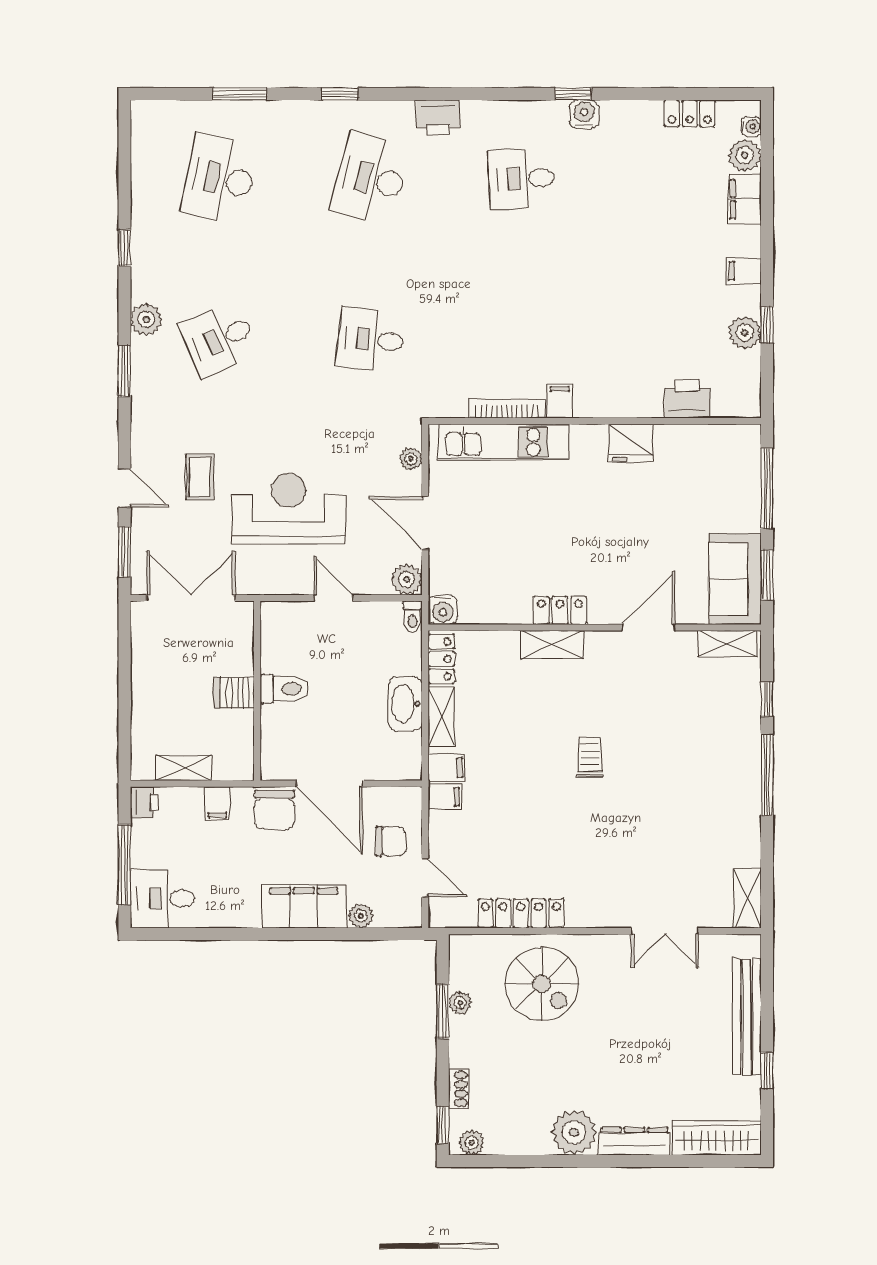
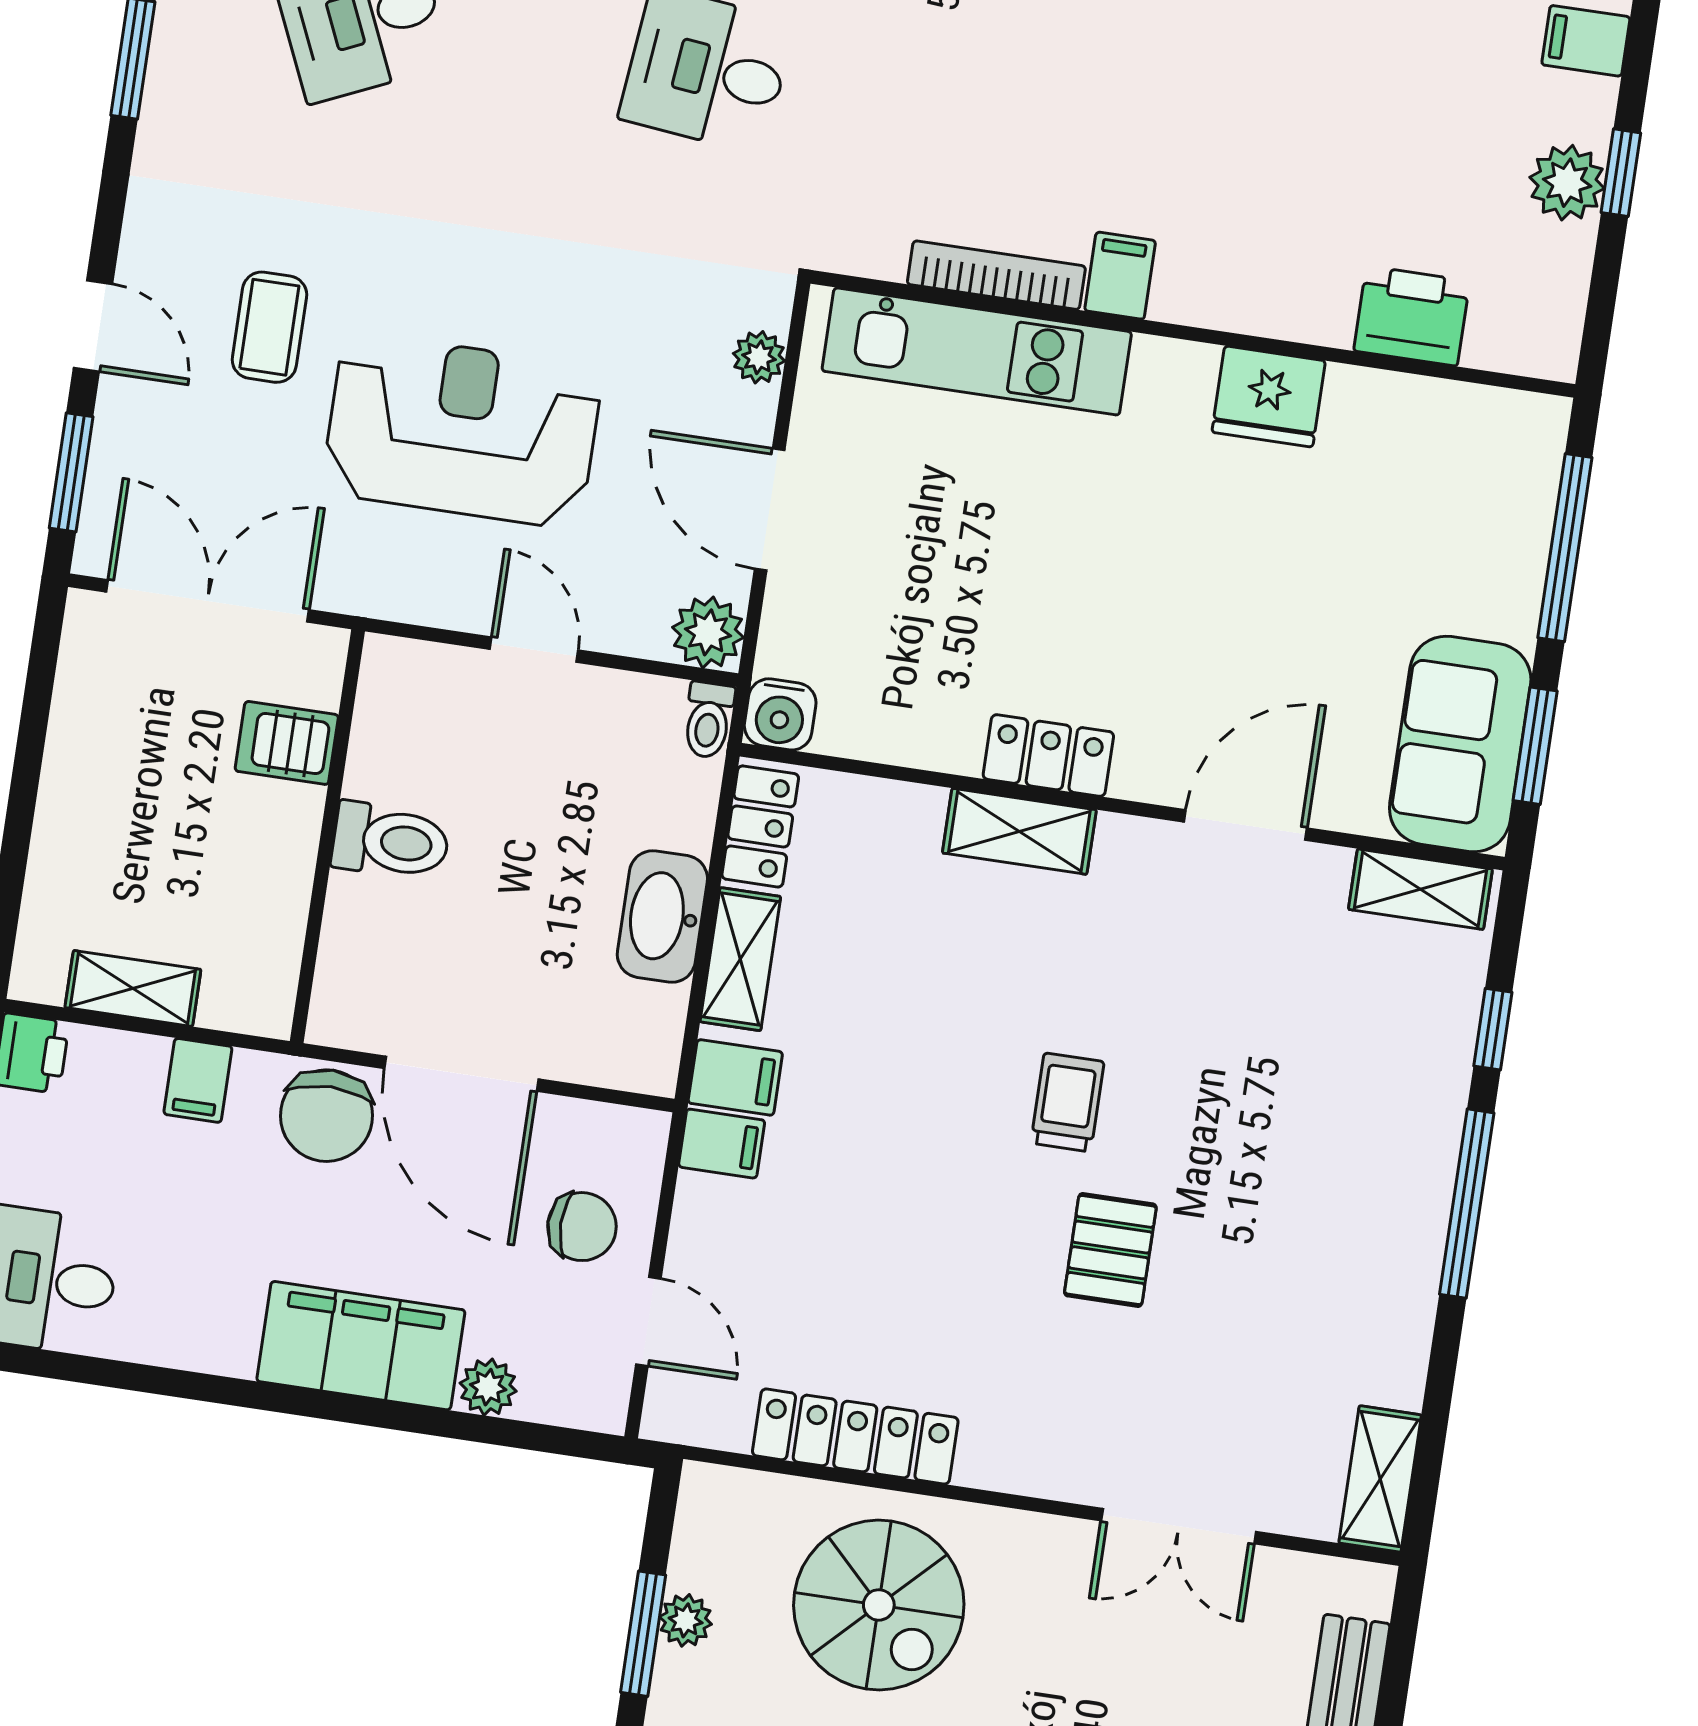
server rack: (234, 692) -> (287, 743), moved
pallet: (618, 818) -> (1110, 1250), added

